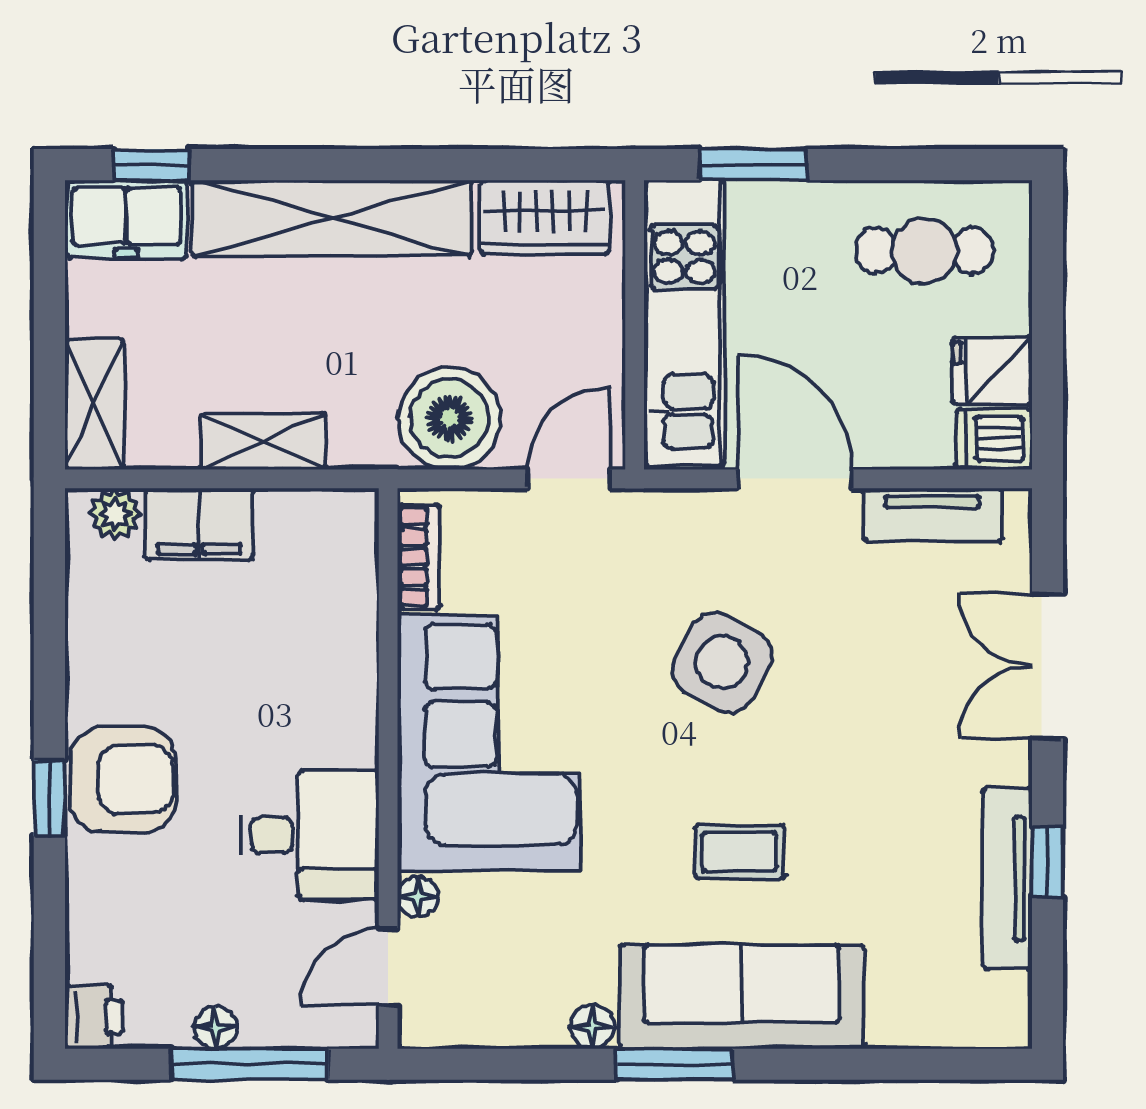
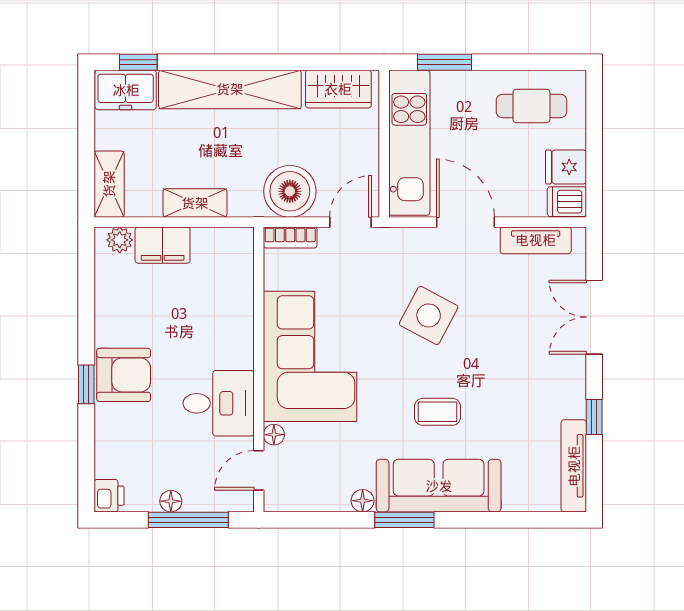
bookcase: (419, 557) -> (290, 237), moved, turned 90
tv unit: (1007, 879) -> (574, 466), moved

